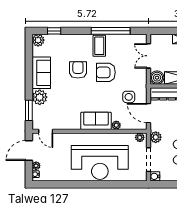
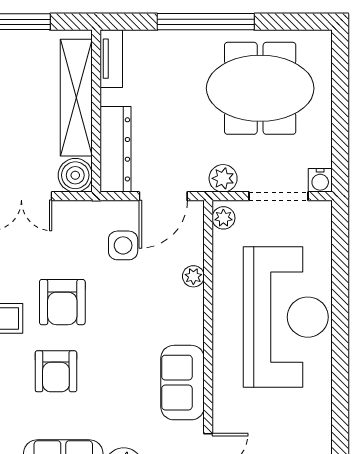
armchair: (78, 70) -> (56, 371), turned -90
sofa: (96, 121) -> (183, 383), moved

